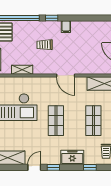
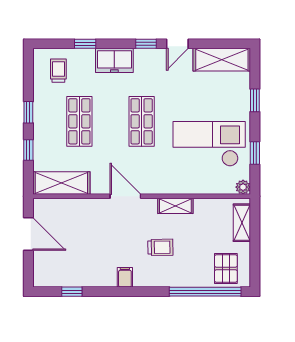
window: (52, 18) -> (72, 292), moved
shelving: (22, 70) -> (175, 206), moved

